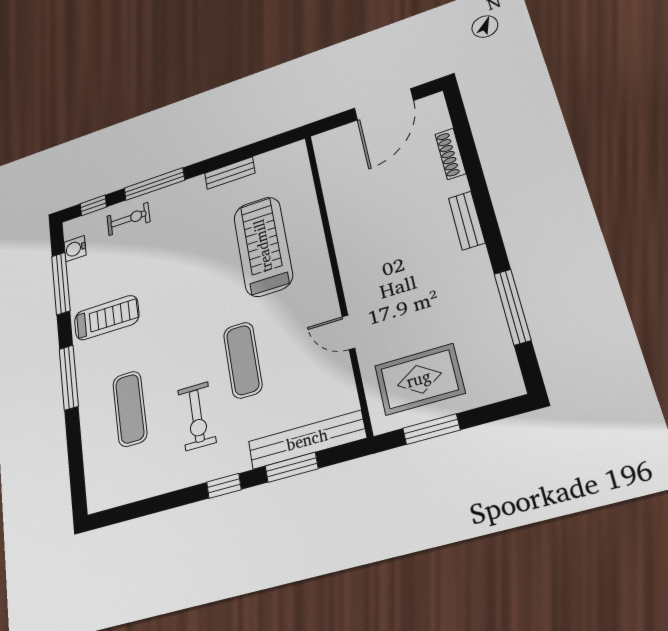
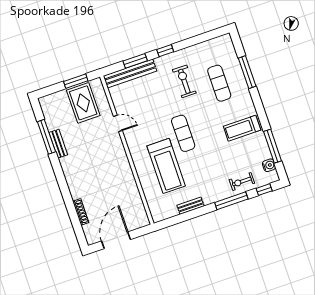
bench: (467, 220) -> (58, 144), moved
exercise mat: (243, 360) -> (183, 133), moved
window: (69, 377) -> (247, 72), moved
rug: (419, 379) -> (83, 103), turned 90

